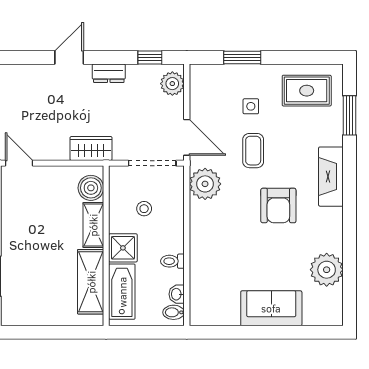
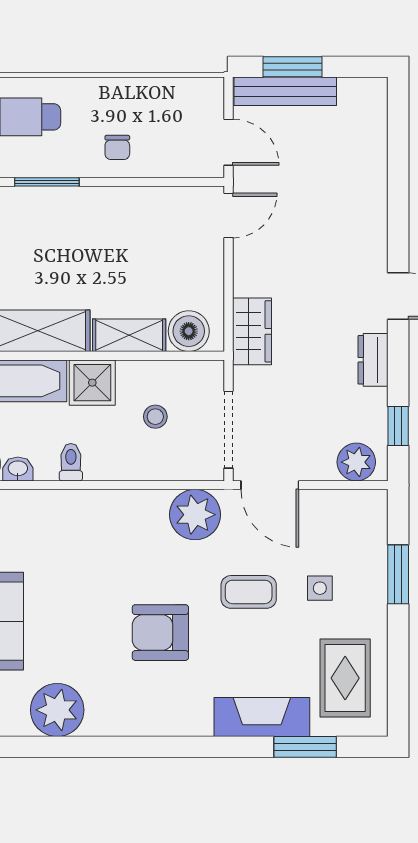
door: (187, 137) -> (270, 485), hinge flipped
fireplace: (331, 177) -> (262, 717), moved

